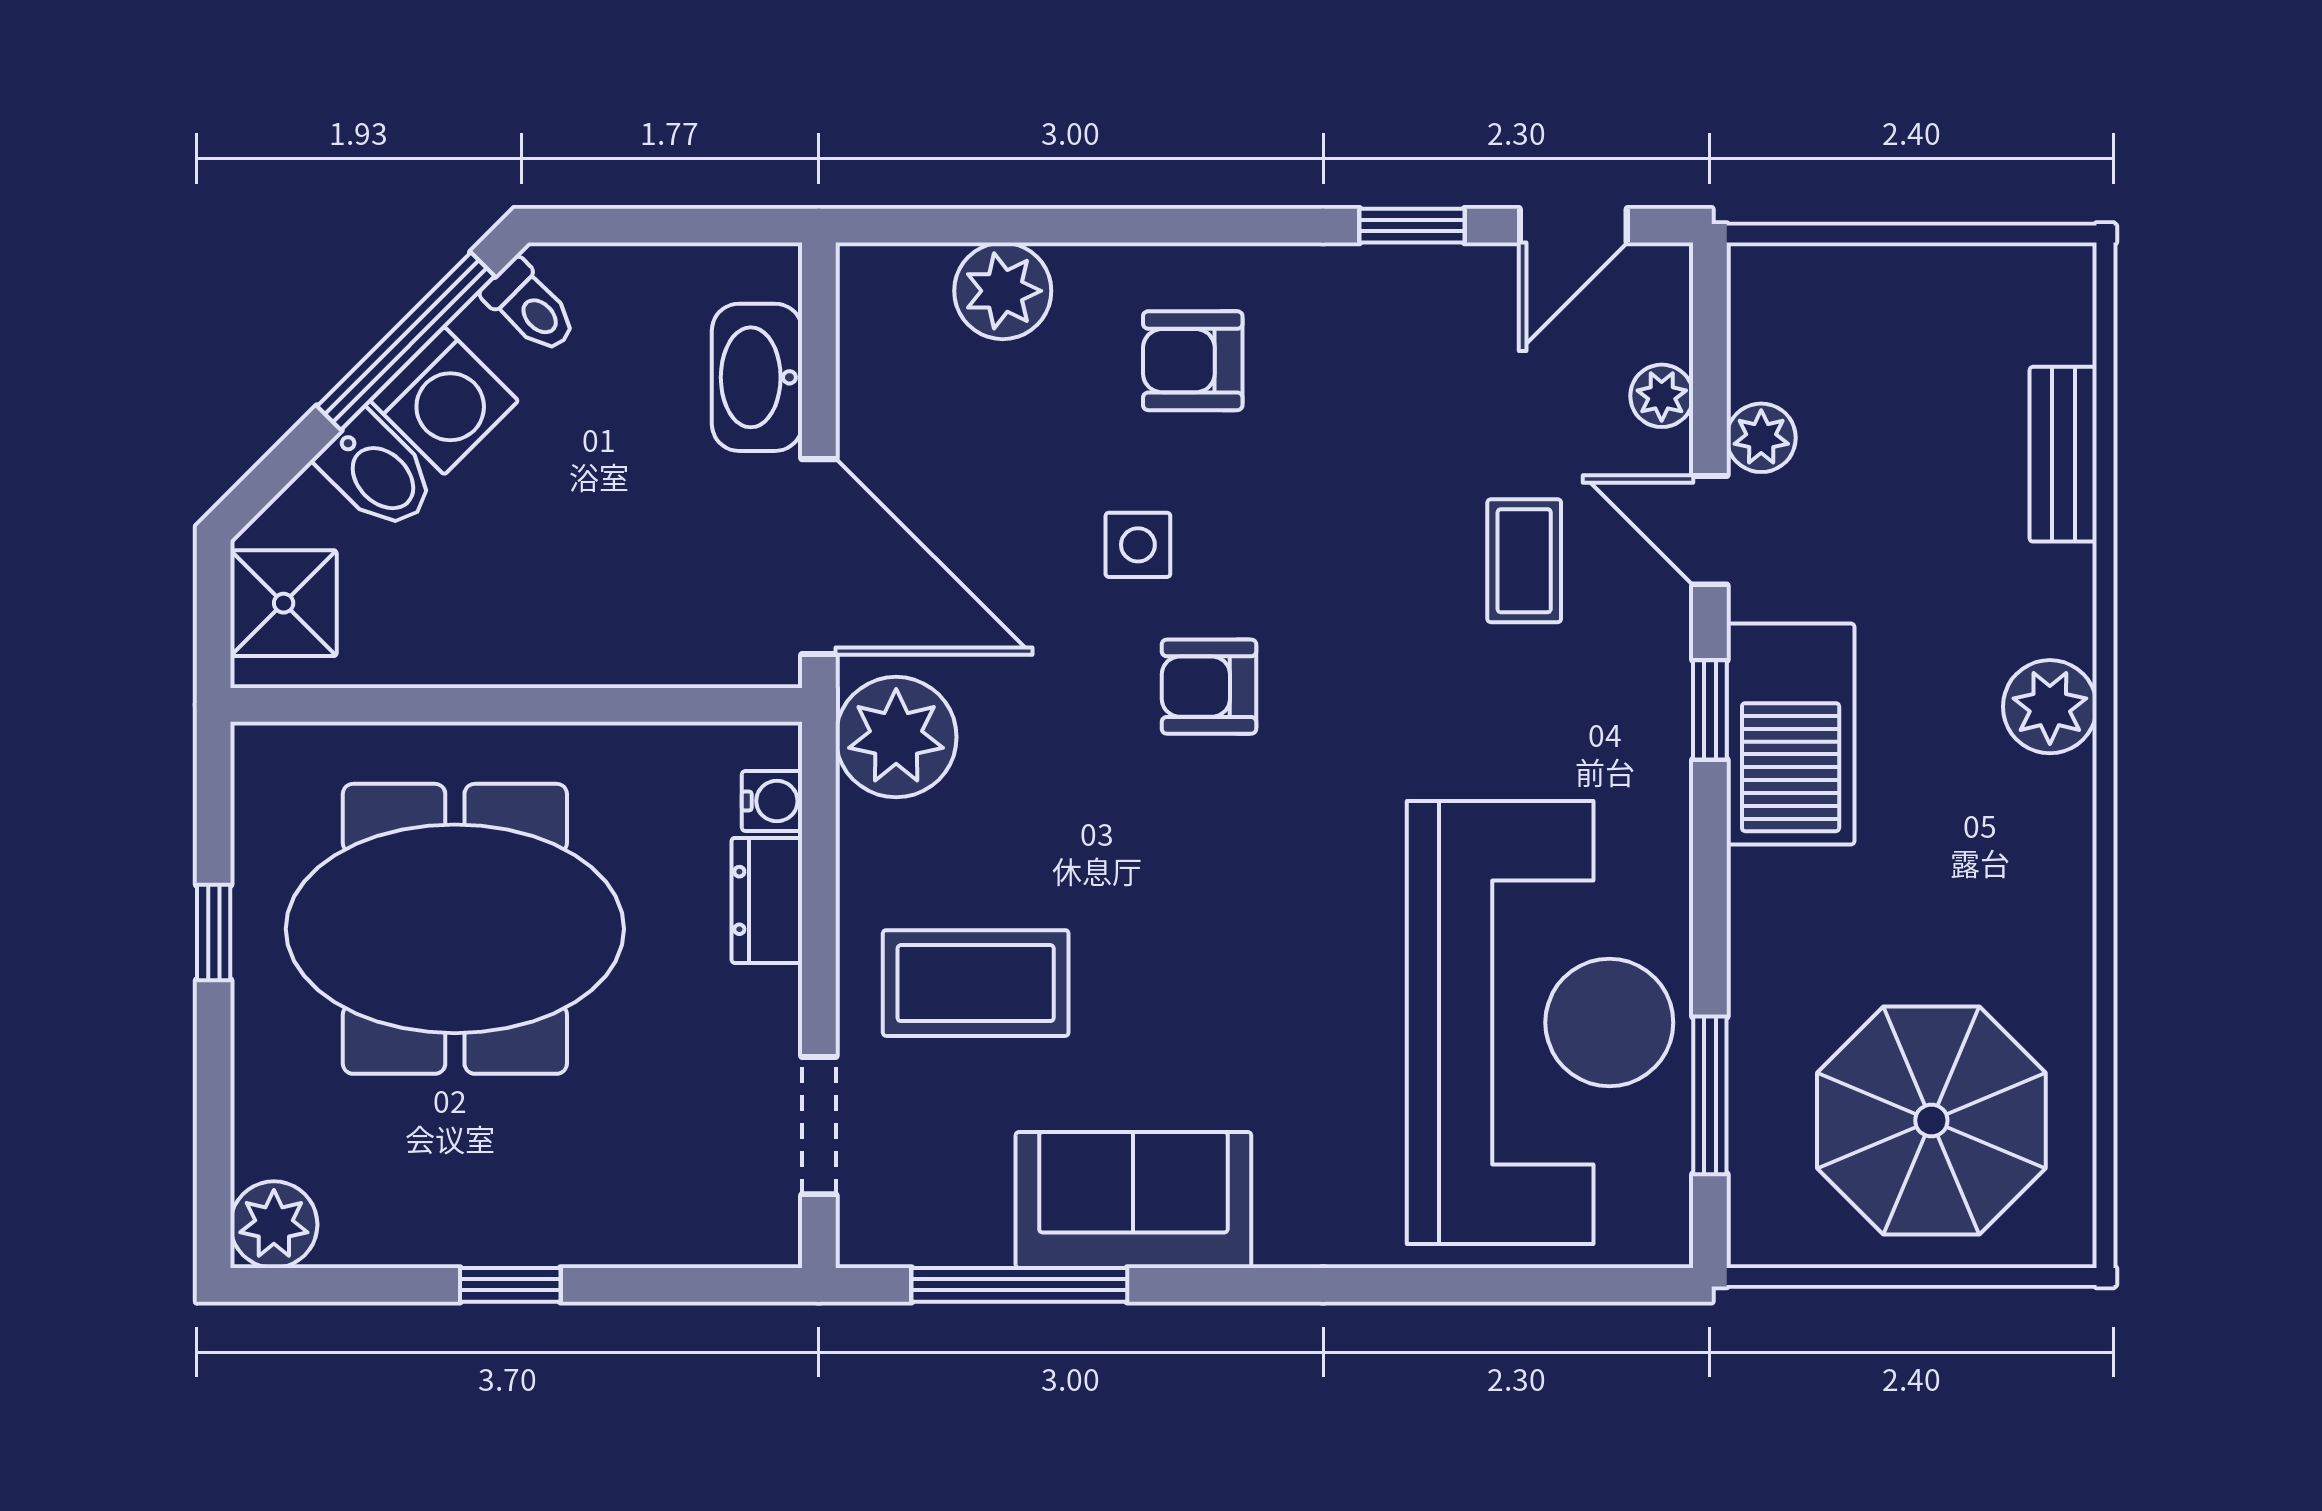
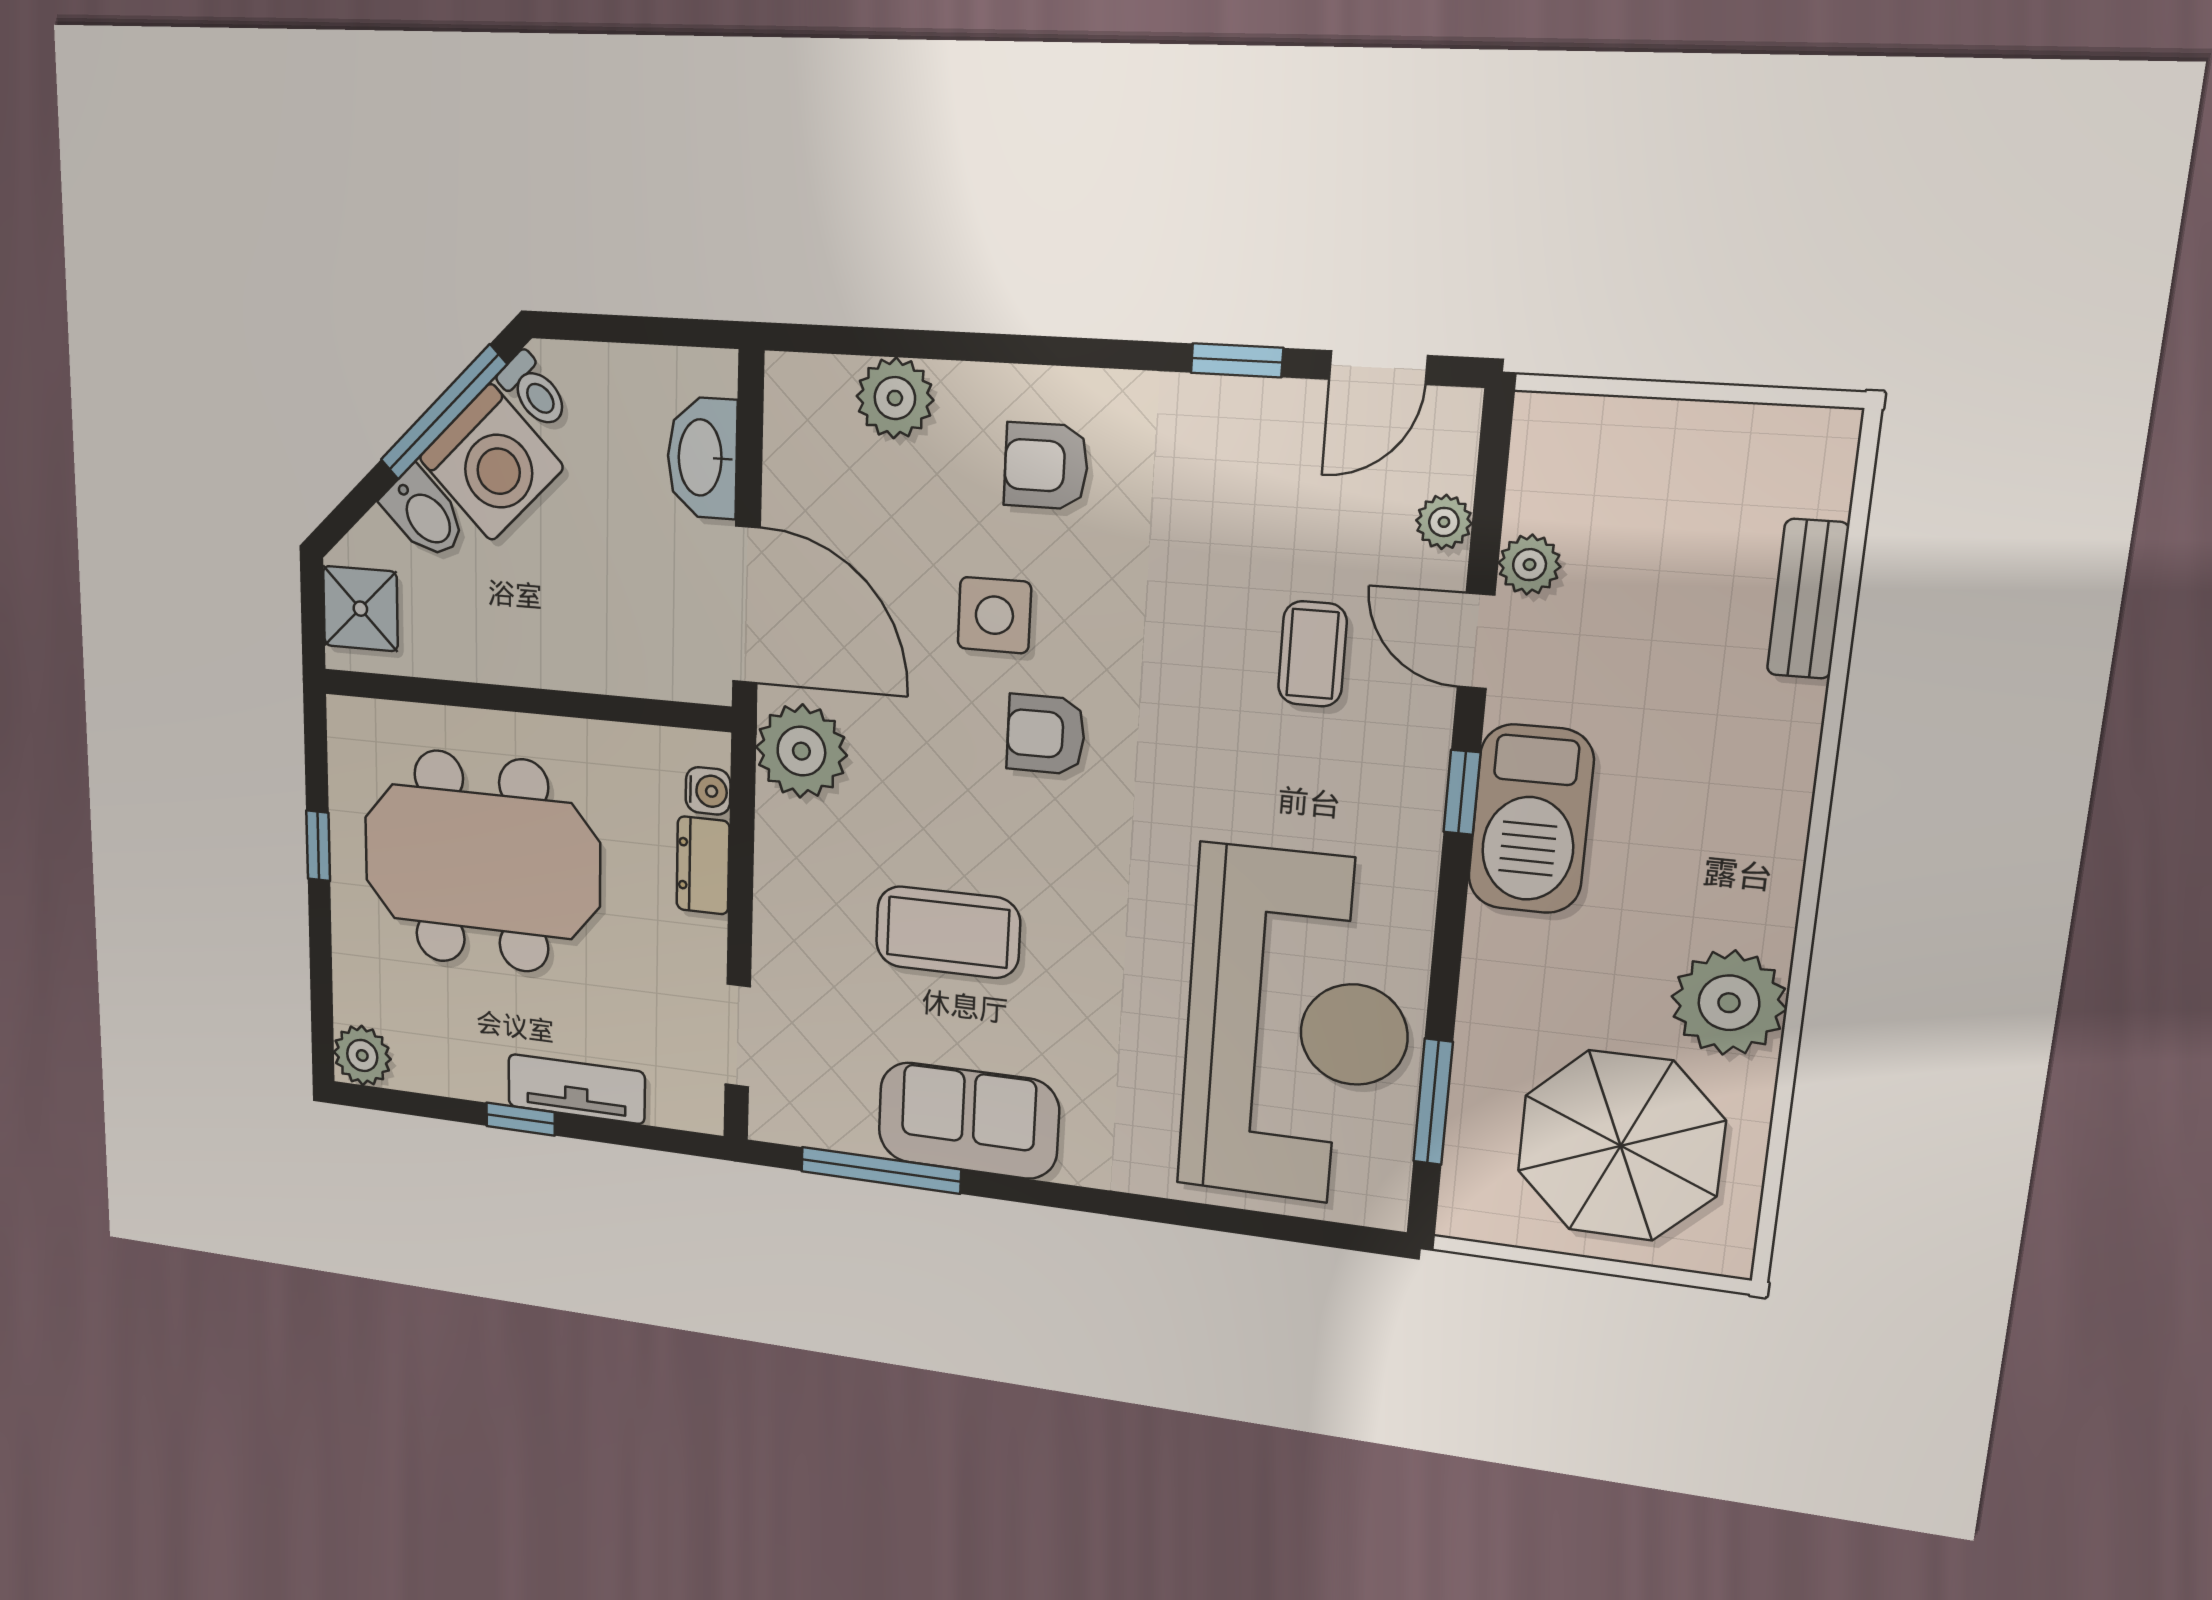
washing machine: (444, 401) -> (491, 463), width x1.37, depth x1.37
side table: (1138, 545) -> (994, 615), width x1.37, depth x1.37
plant: (2050, 707) -> (1729, 1003), moved, width x1.36, depth x1.36
coffee table: (976, 983) -> (948, 932), moved
tv unit: (592, 1231) -> (576, 1089), added

